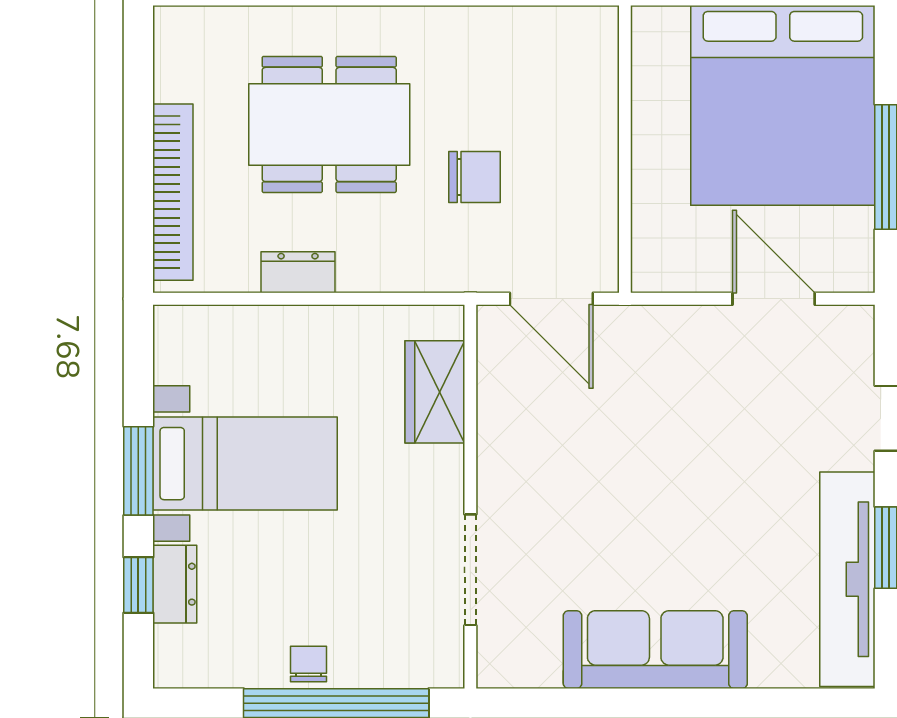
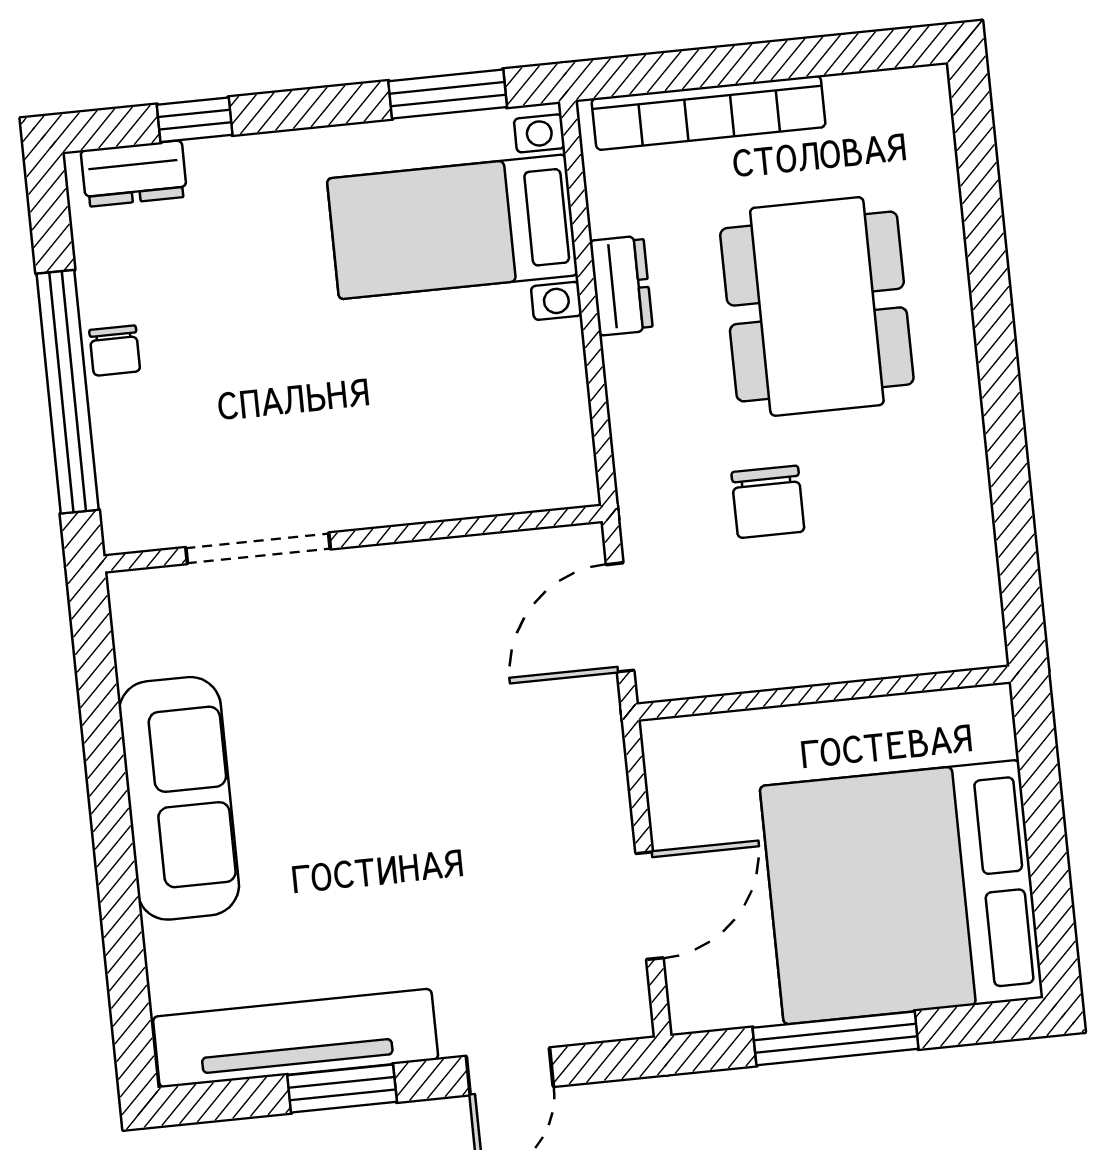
wardrobe: (435, 392) -> (484, 479), removed
bed with nightstands: (245, 464) -> (452, 227), moved, turned 90
window: (138, 471) -> (448, 94), moved
dresser: (175, 584) -> (134, 174), moved
chair: (308, 664) -> (115, 351), turned 90

